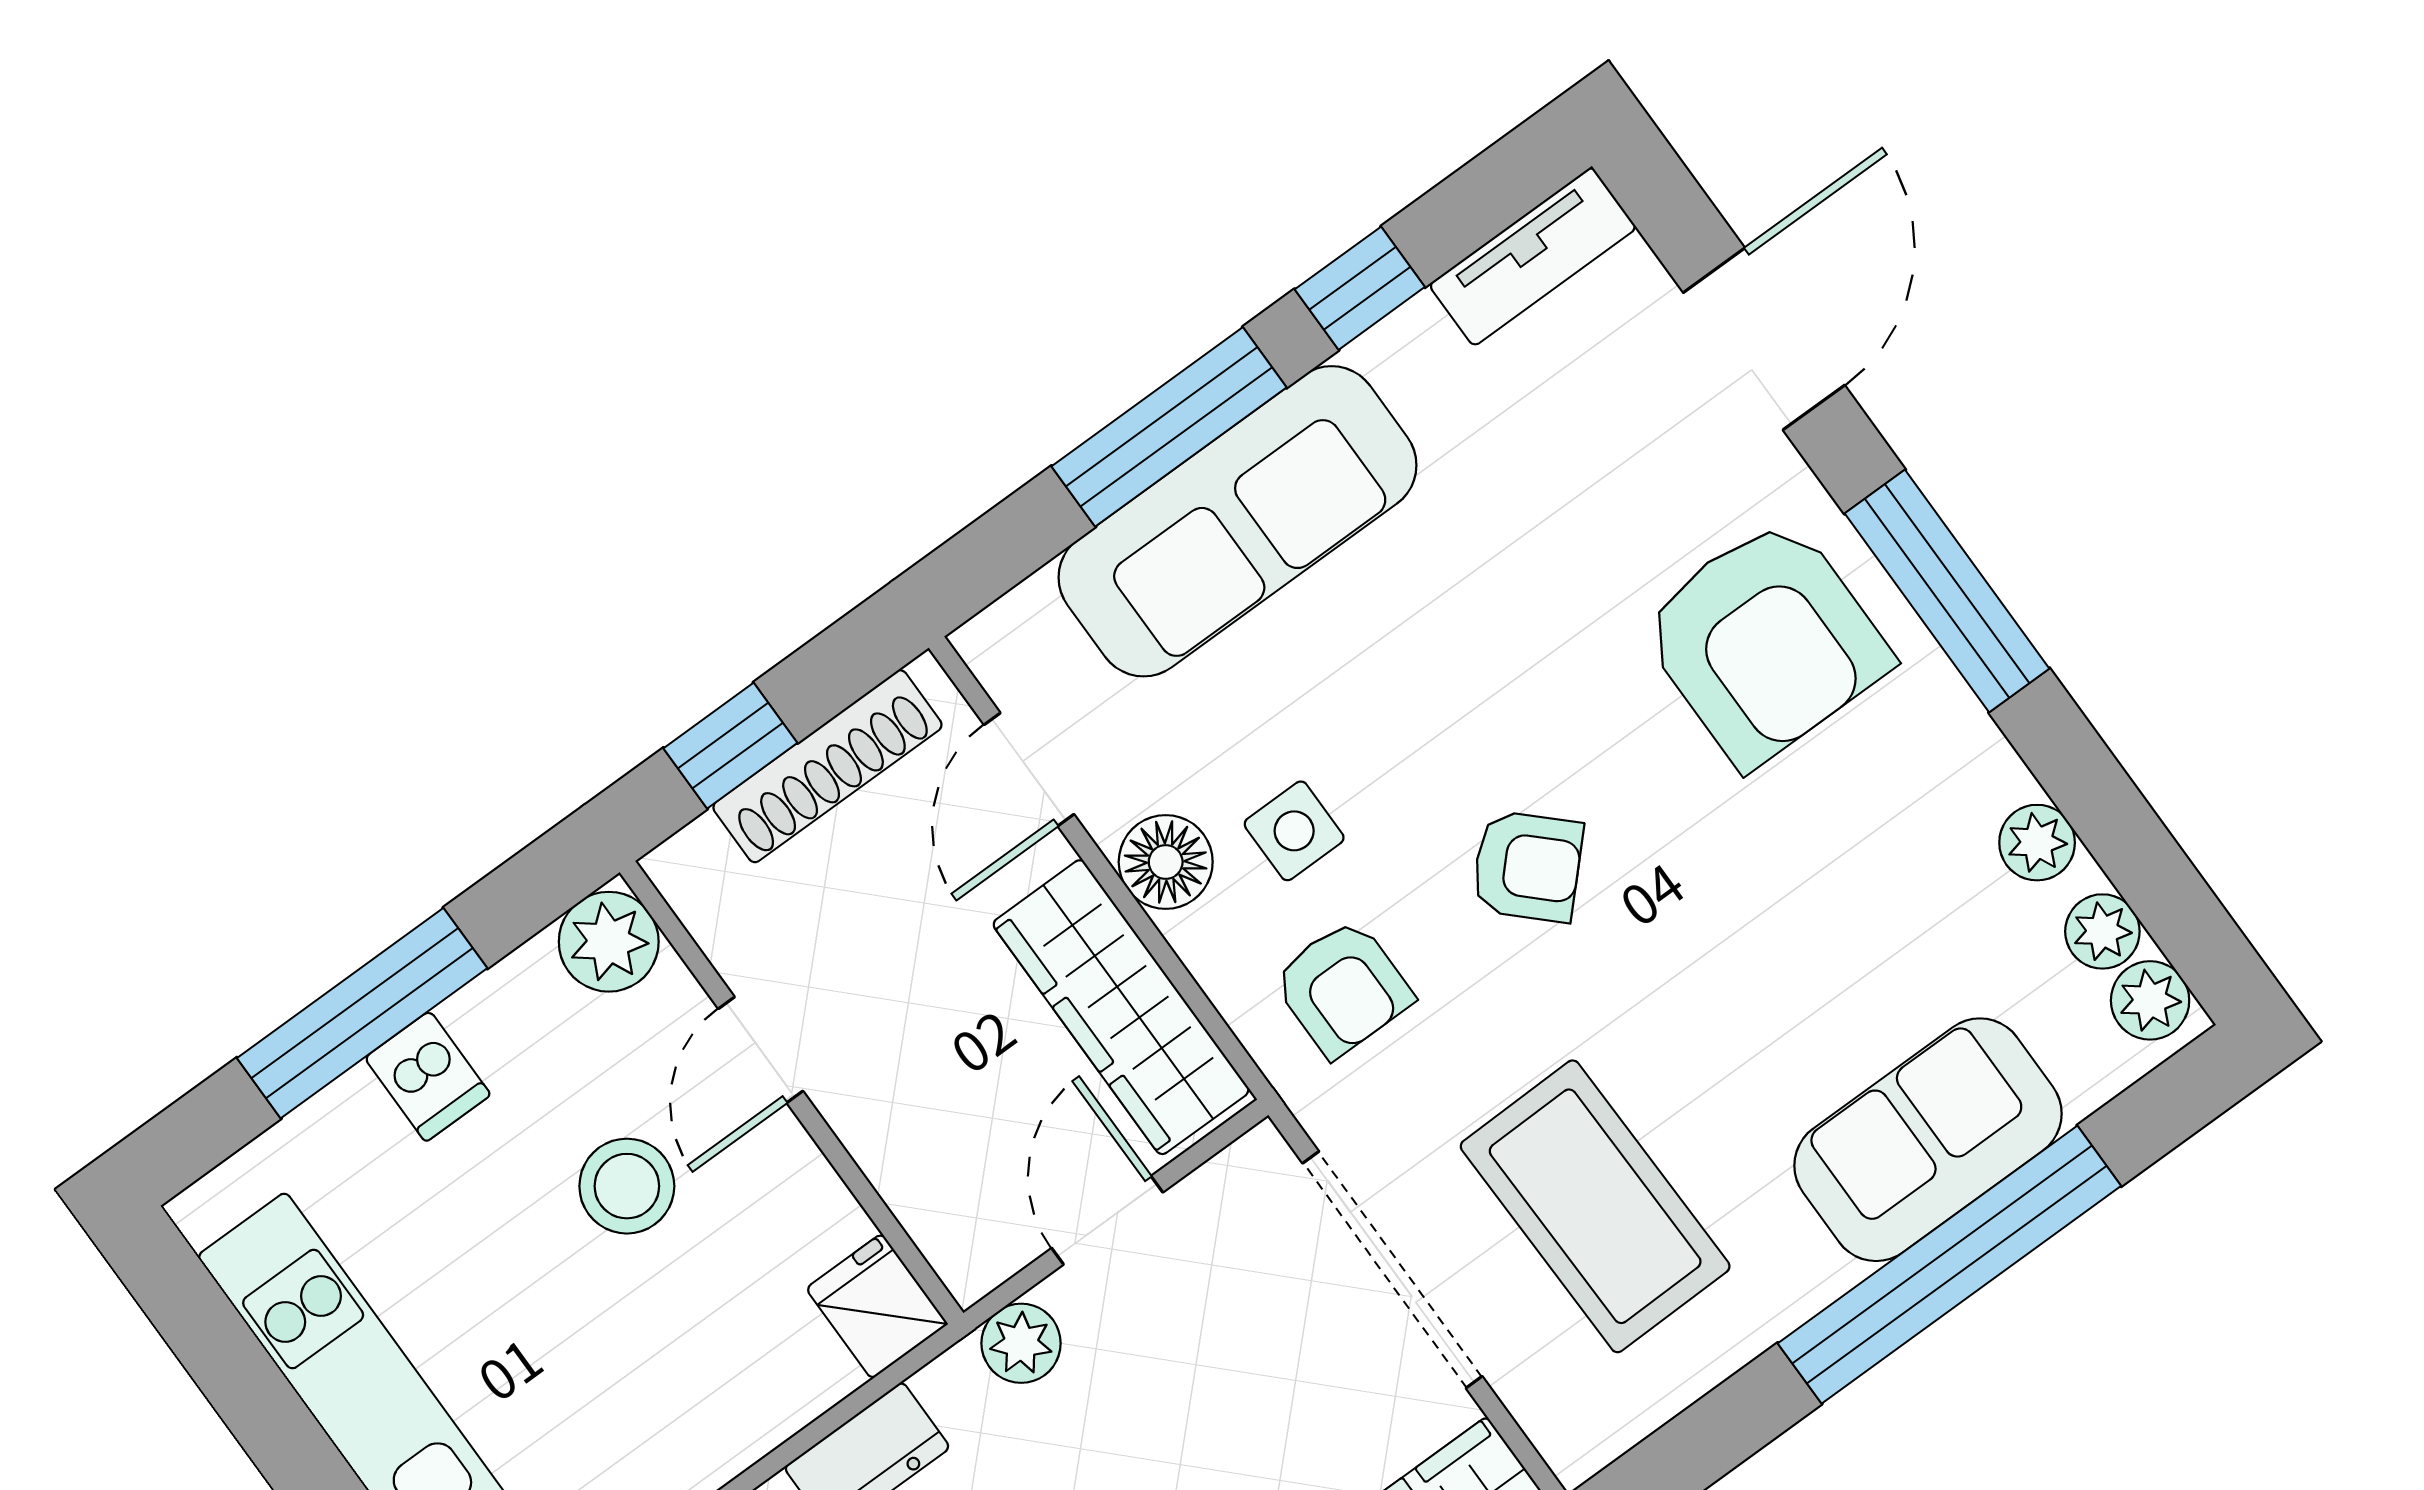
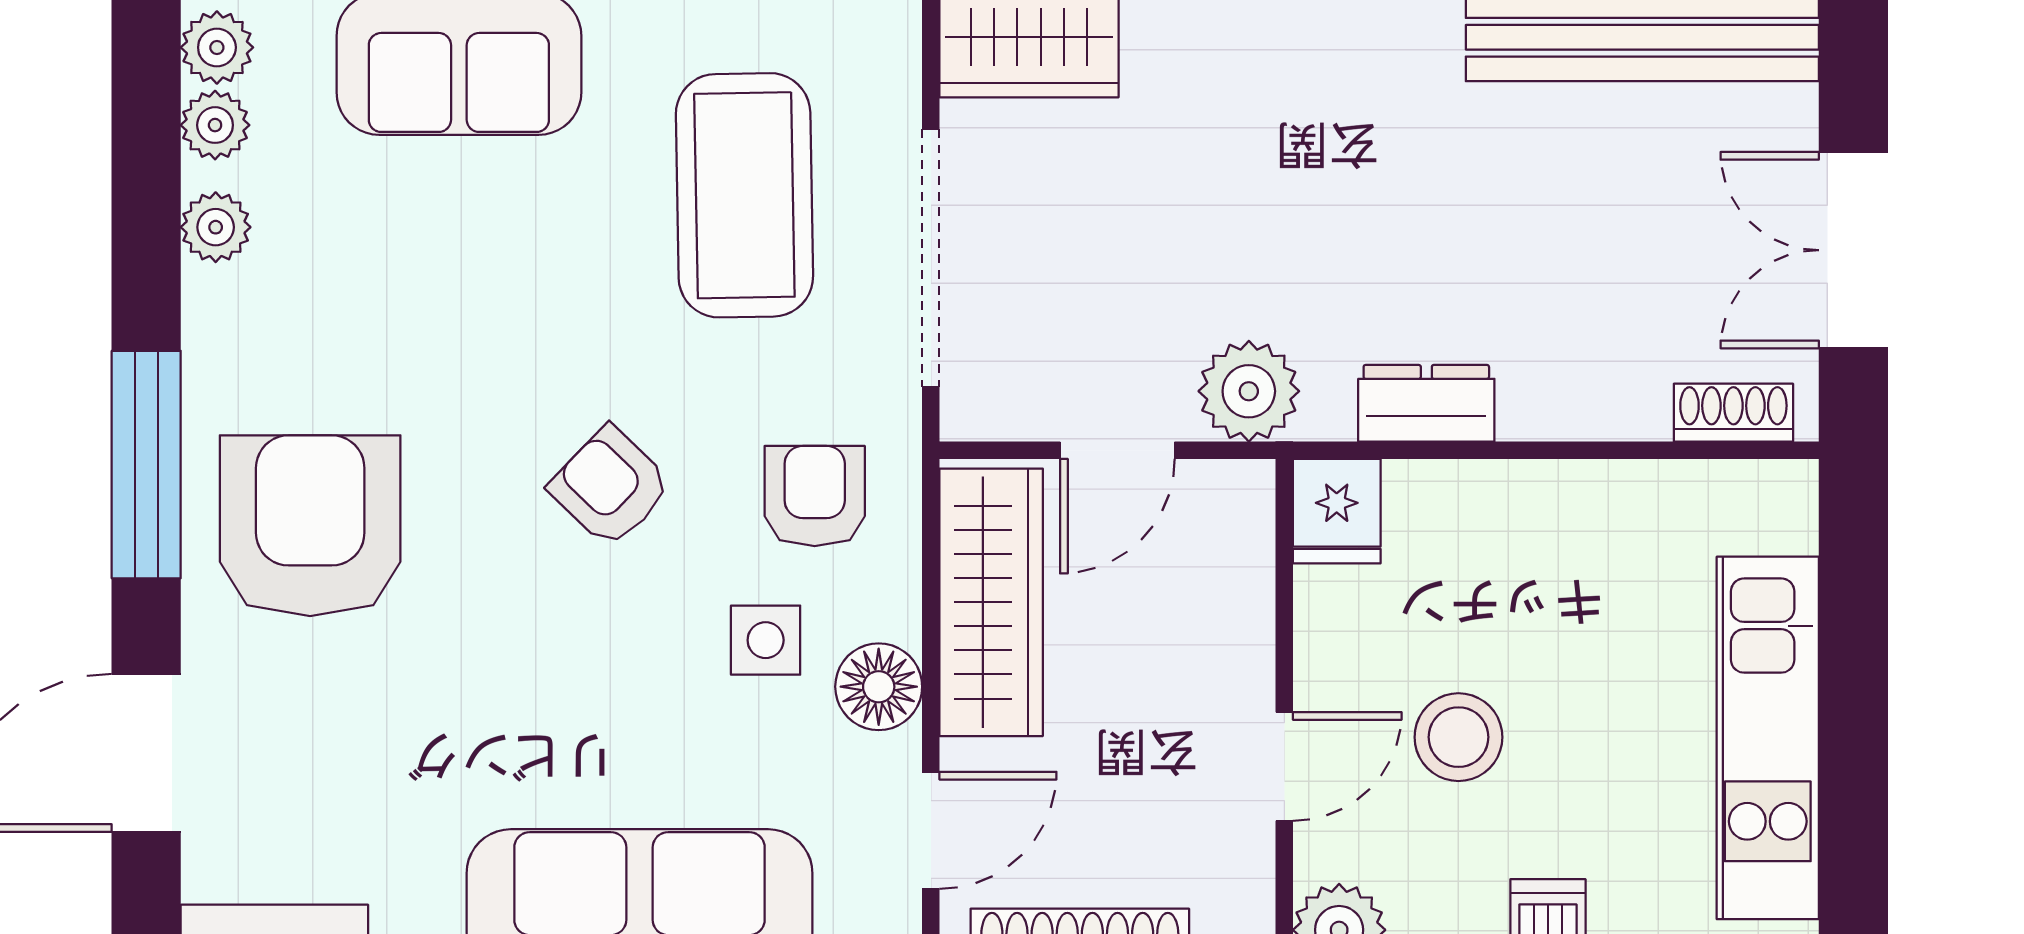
plant: (1021, 1343) -> (1249, 391), width x1.38, depth x1.38

